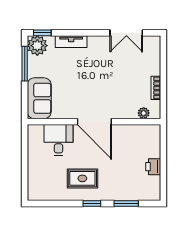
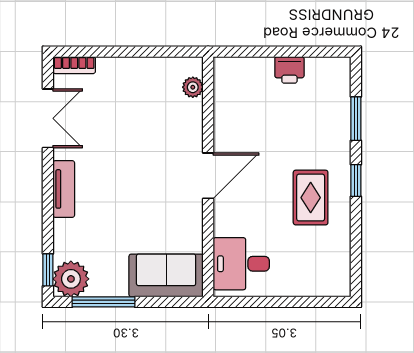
tv unit: (71, 42) -> (64, 189), moved
bookcase: (156, 88) -> (74, 65), moved
door: (94, 122) -> (208, 176), width x0.73
desk: (59, 140) -> (241, 264), moved

